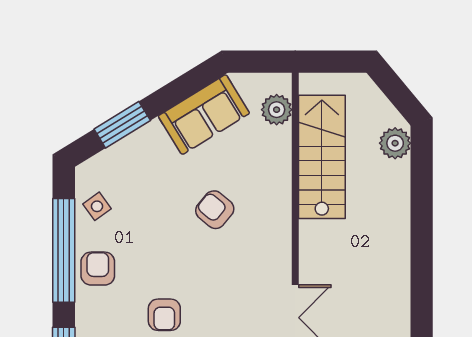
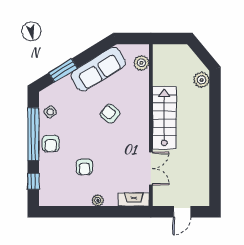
sofa: (204, 115) -> (98, 69), width x1.36
stairs: (322, 157) -> (164, 118), moved
armchair: (98, 269) -> (51, 143), turned 180

